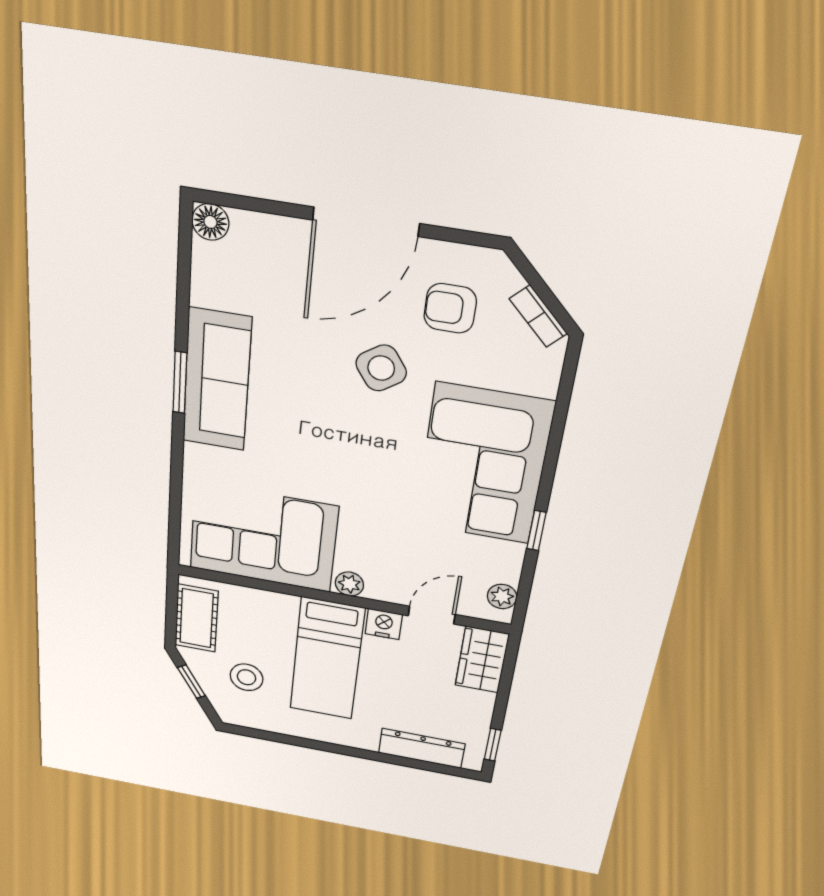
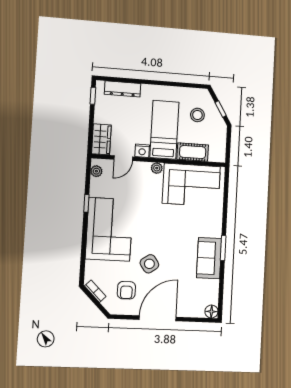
armchair: (450, 308) -> (126, 290), turned 90
sofa: (217, 380) -> (209, 258), width x0.73
cot: (197, 618) -> (193, 152), moved, turned 90

